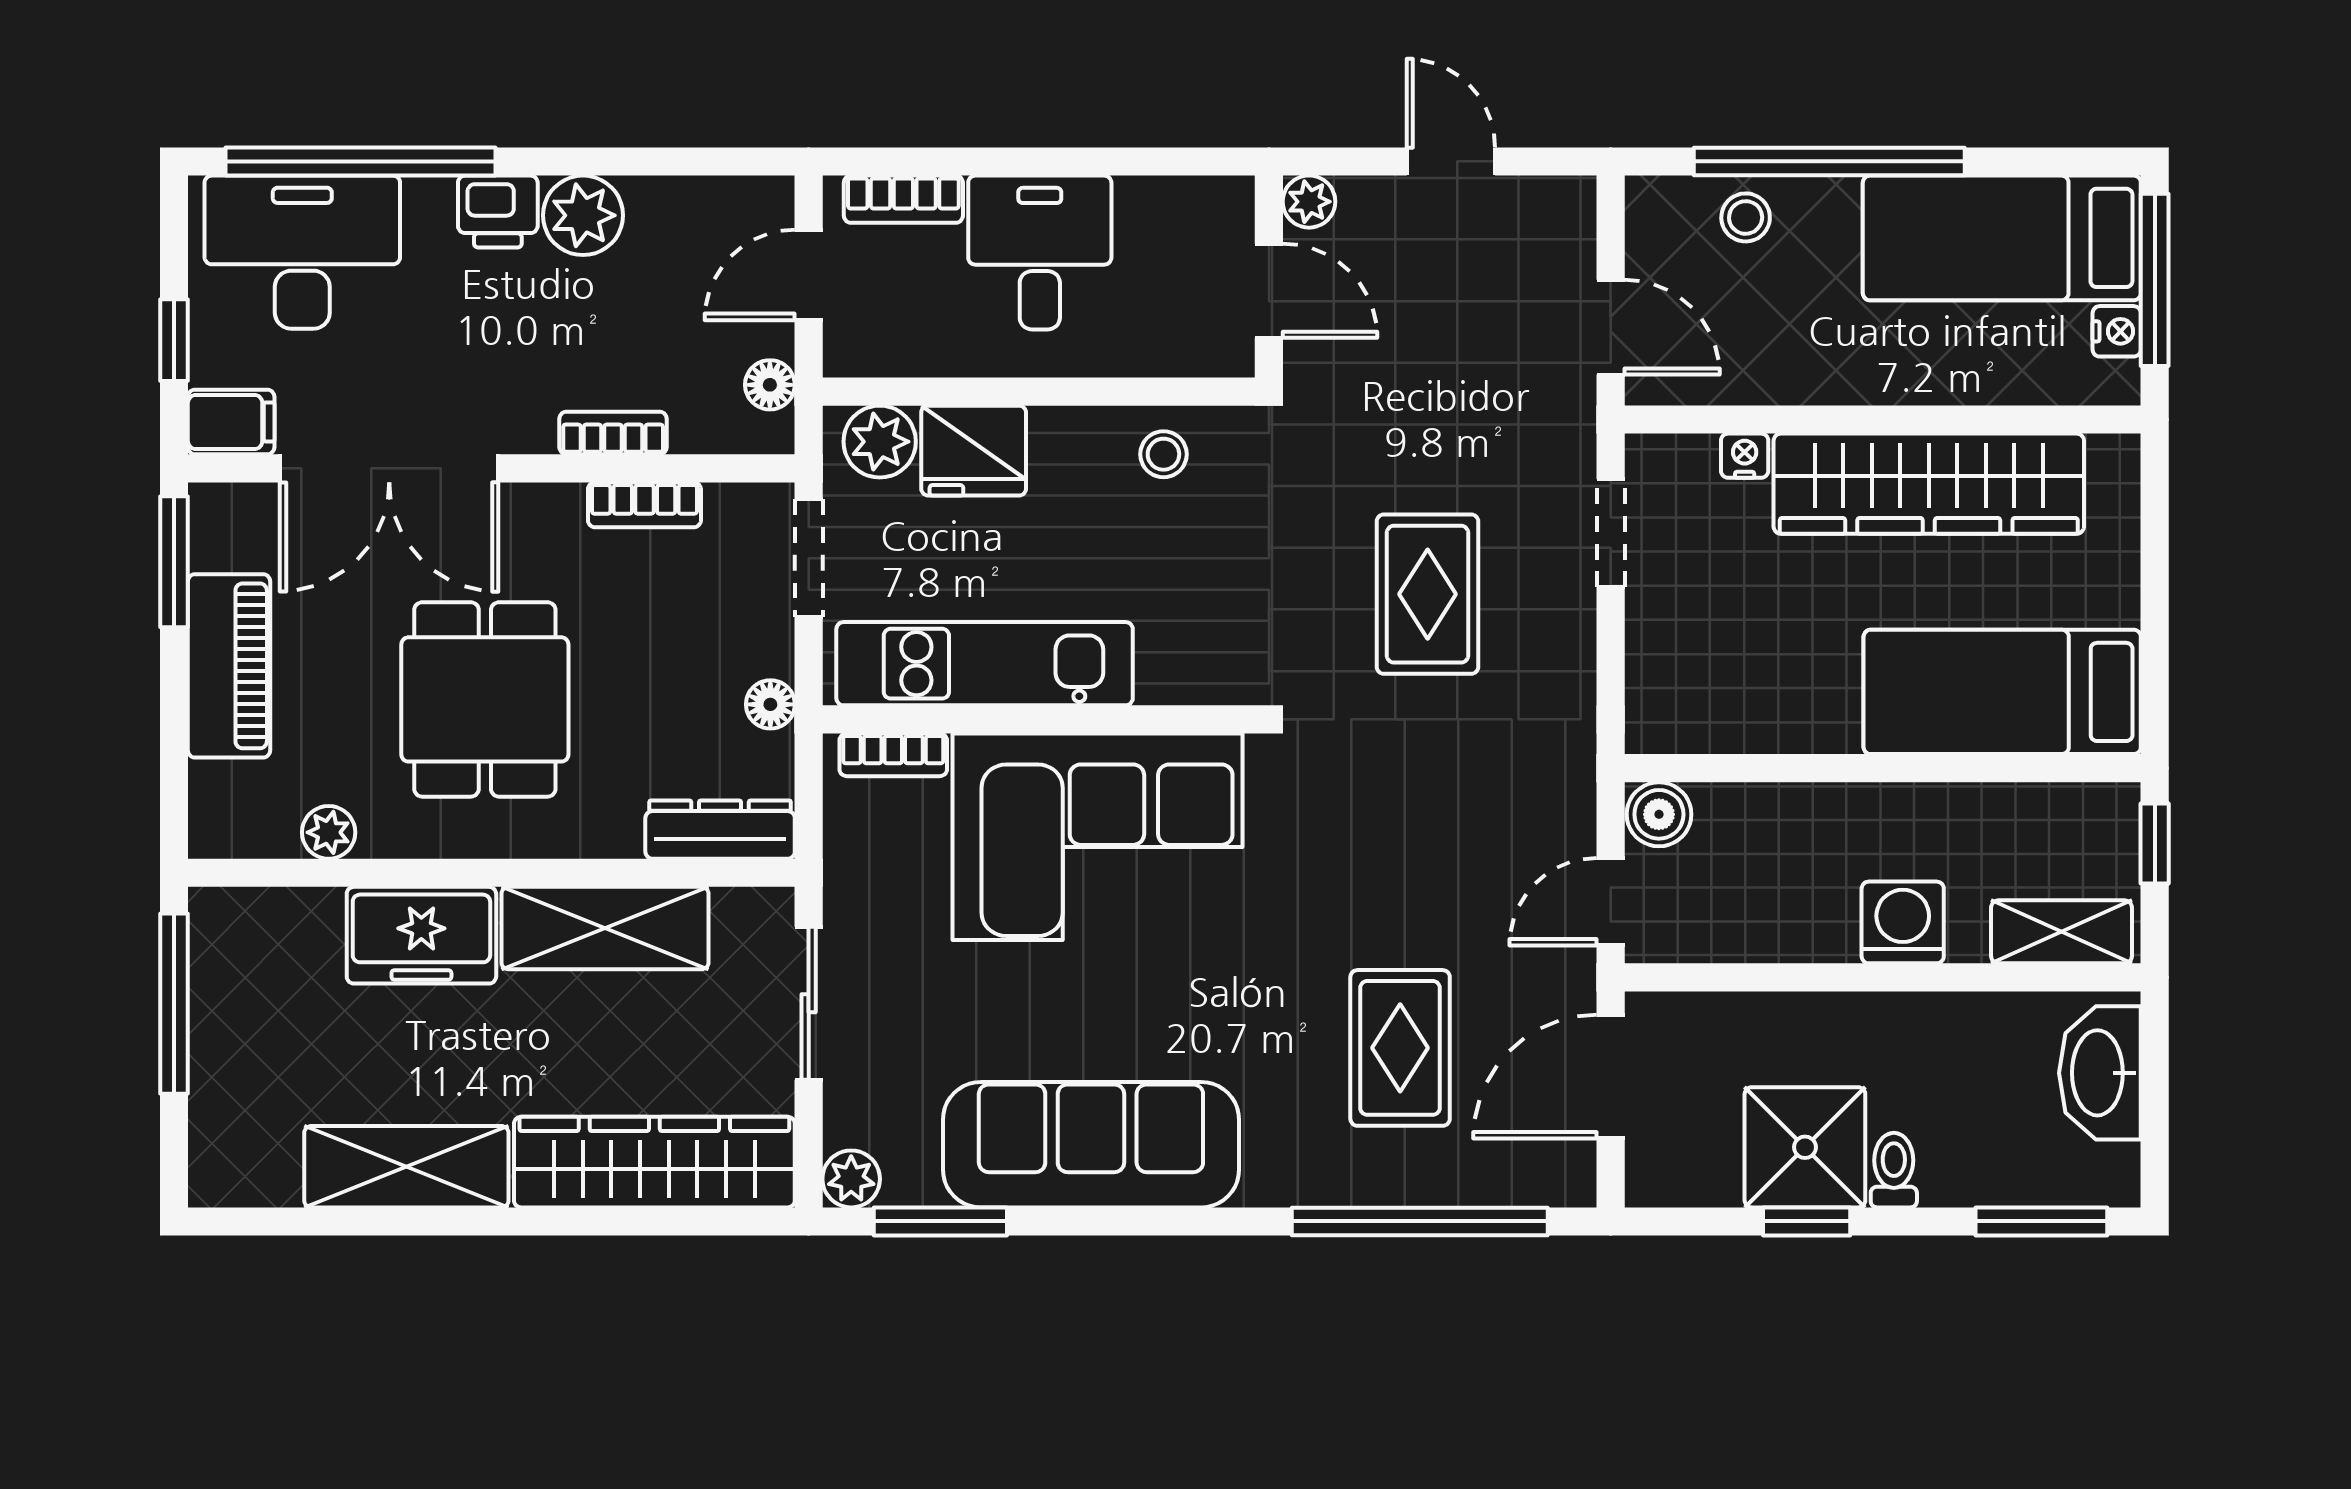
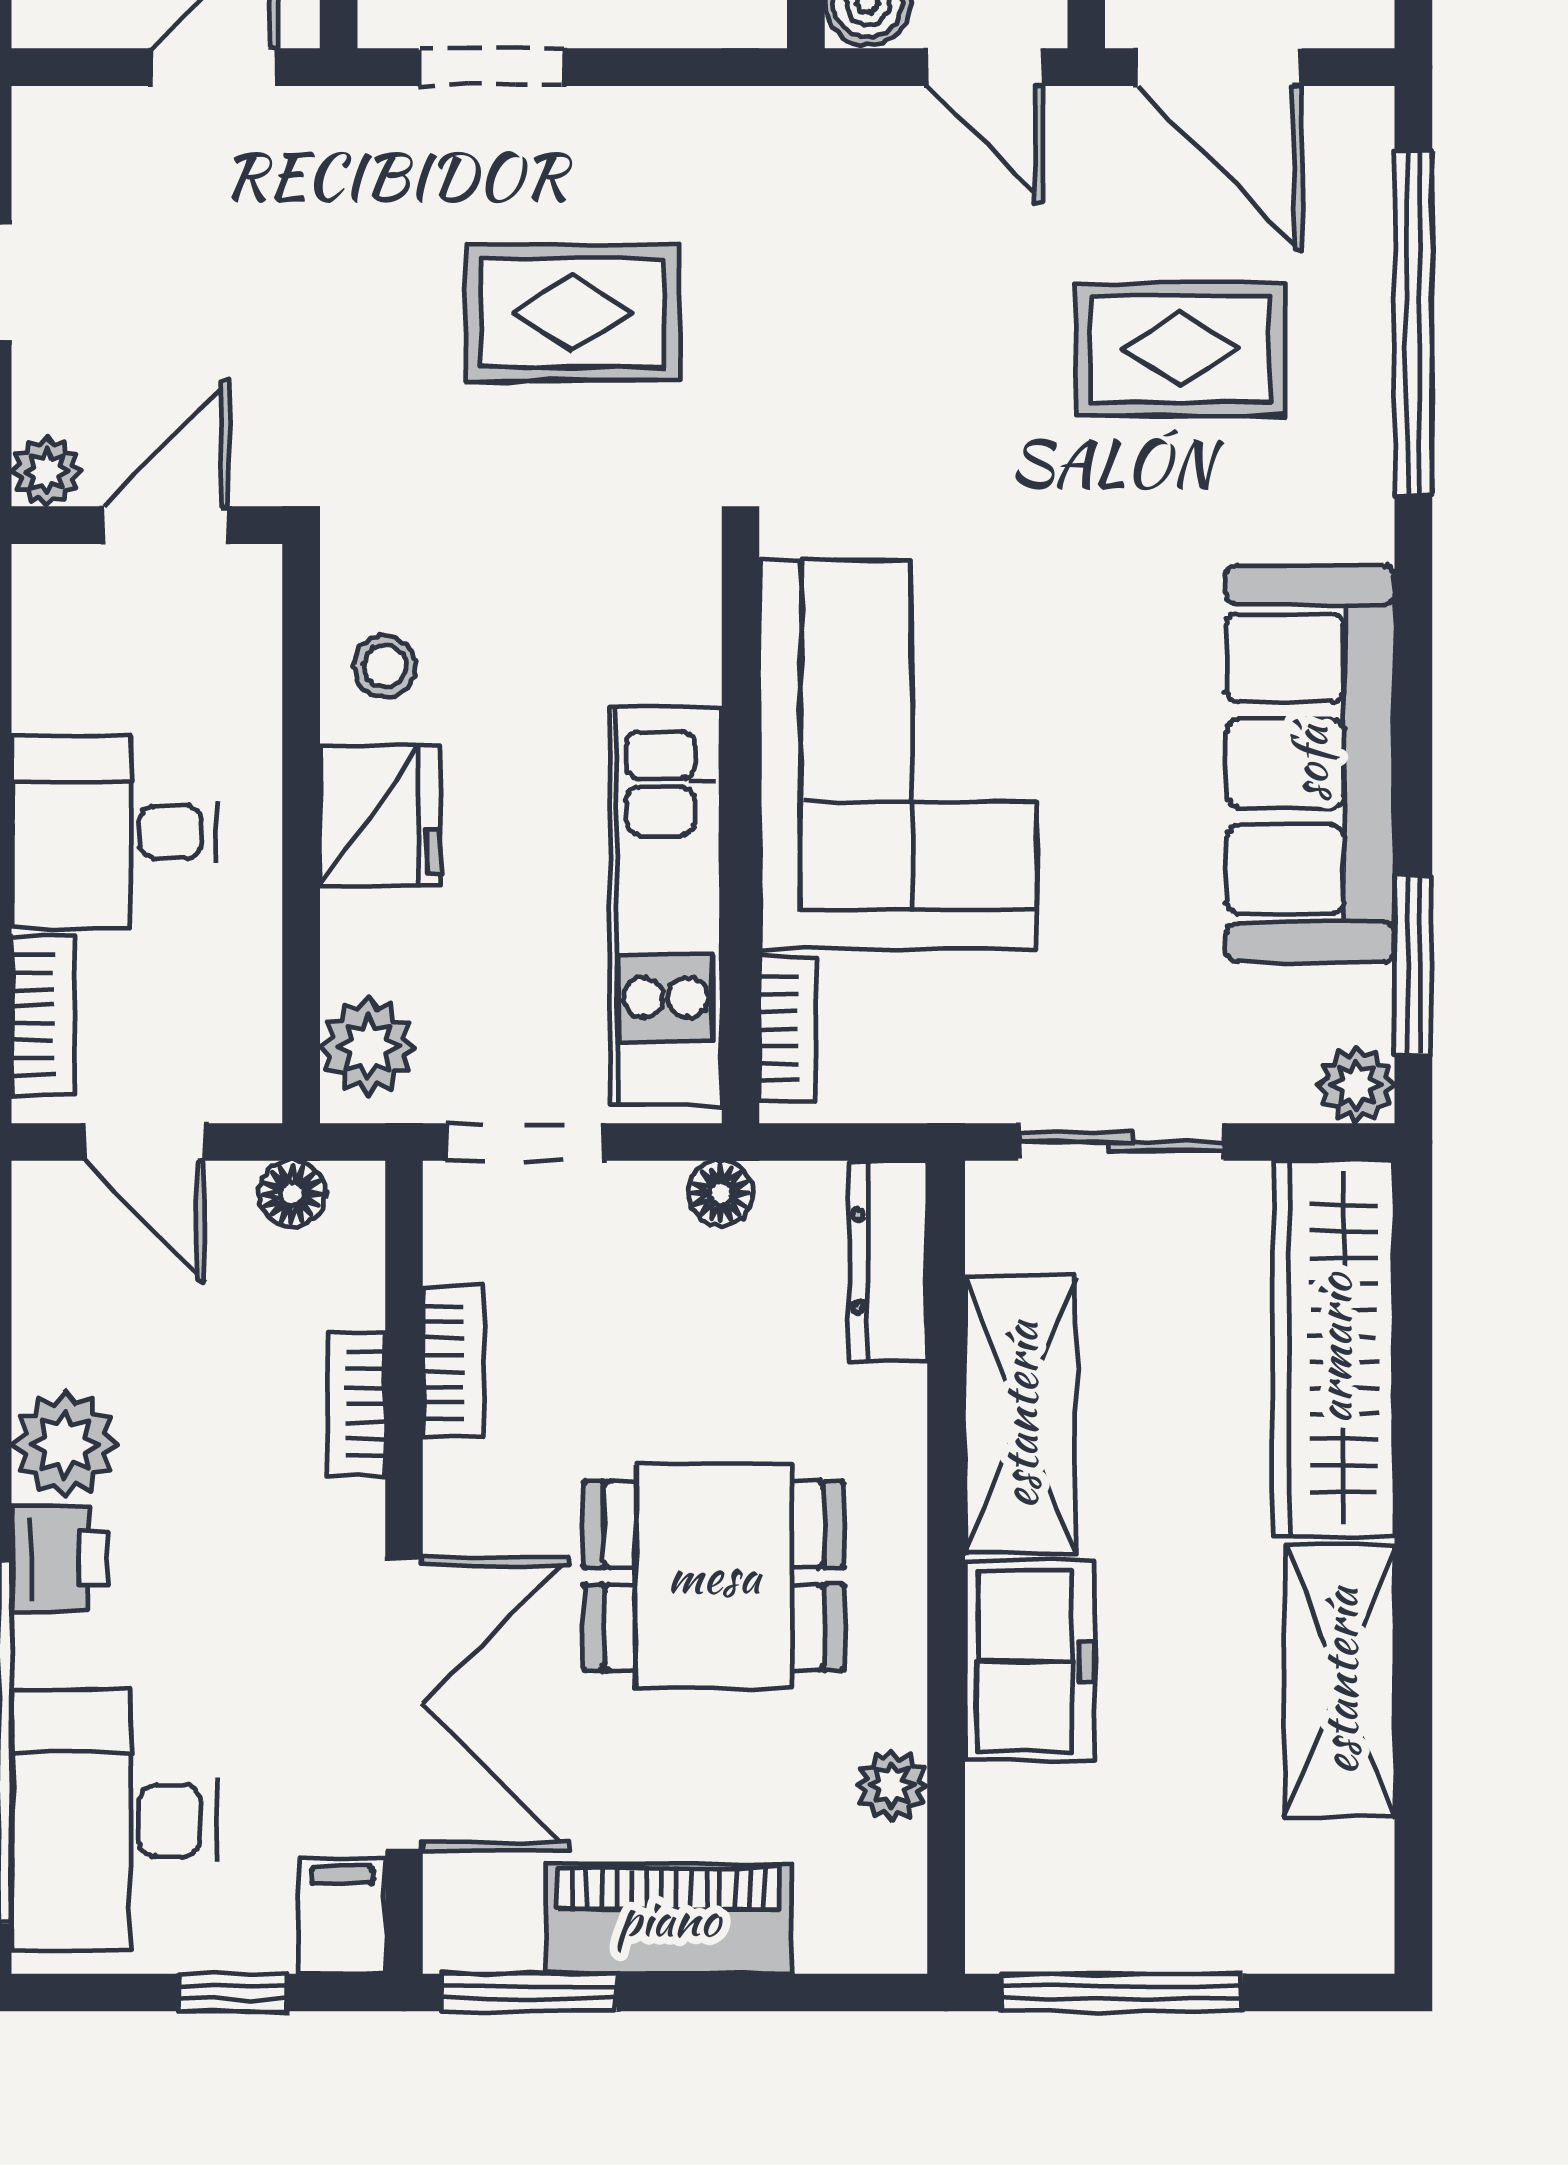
fridge: (974, 451) -> (380, 816), moved

